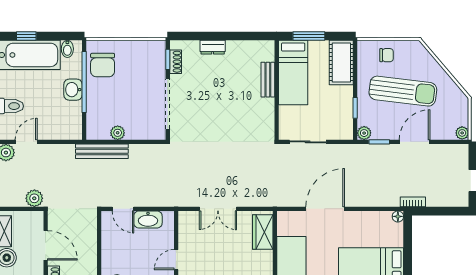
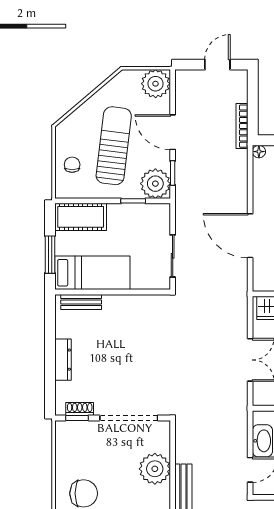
dresser: (213, 47) -> (63, 360), width x1.44
bench: (268, 80) -> (81, 302), moved
plant: (118, 133) -> (155, 469), width x1.87, depth x1.87
plant: (364, 133) -> (155, 184), width x1.88, depth x1.88
plant: (462, 133) -> (156, 84), width x1.88, depth x1.88
bookcase: (413, 202) -> (242, 126), width x1.56

